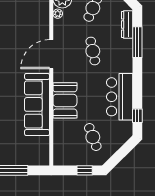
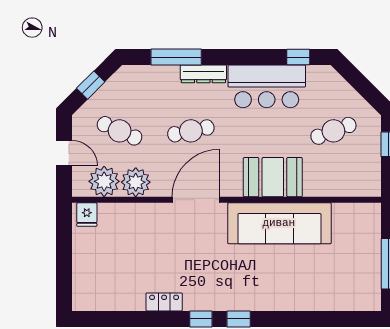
plant: (58, 14) -> (136, 182), width x1.87, depth x1.87
dresser: (127, 24) -> (203, 74), moved
door: (51, 54) -> (196, 200), swing flipped

